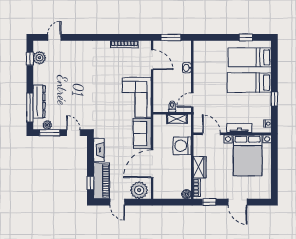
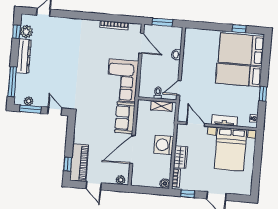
bed: (250, 57) -> (241, 49), width x1.50
dresser: (39, 102) -> (24, 56), moved
washing machine: (182, 146) -> (164, 145), moved
fireplace: (99, 150) -> (79, 131), removed
plant: (139, 190) -> (121, 180), width x0.53, depth x0.53

